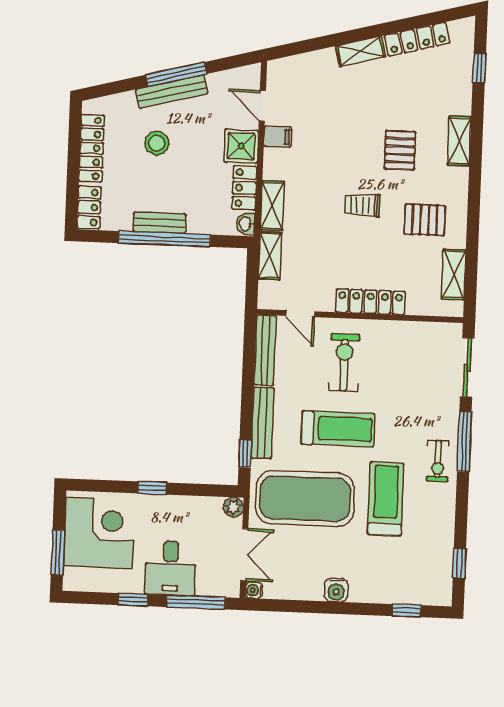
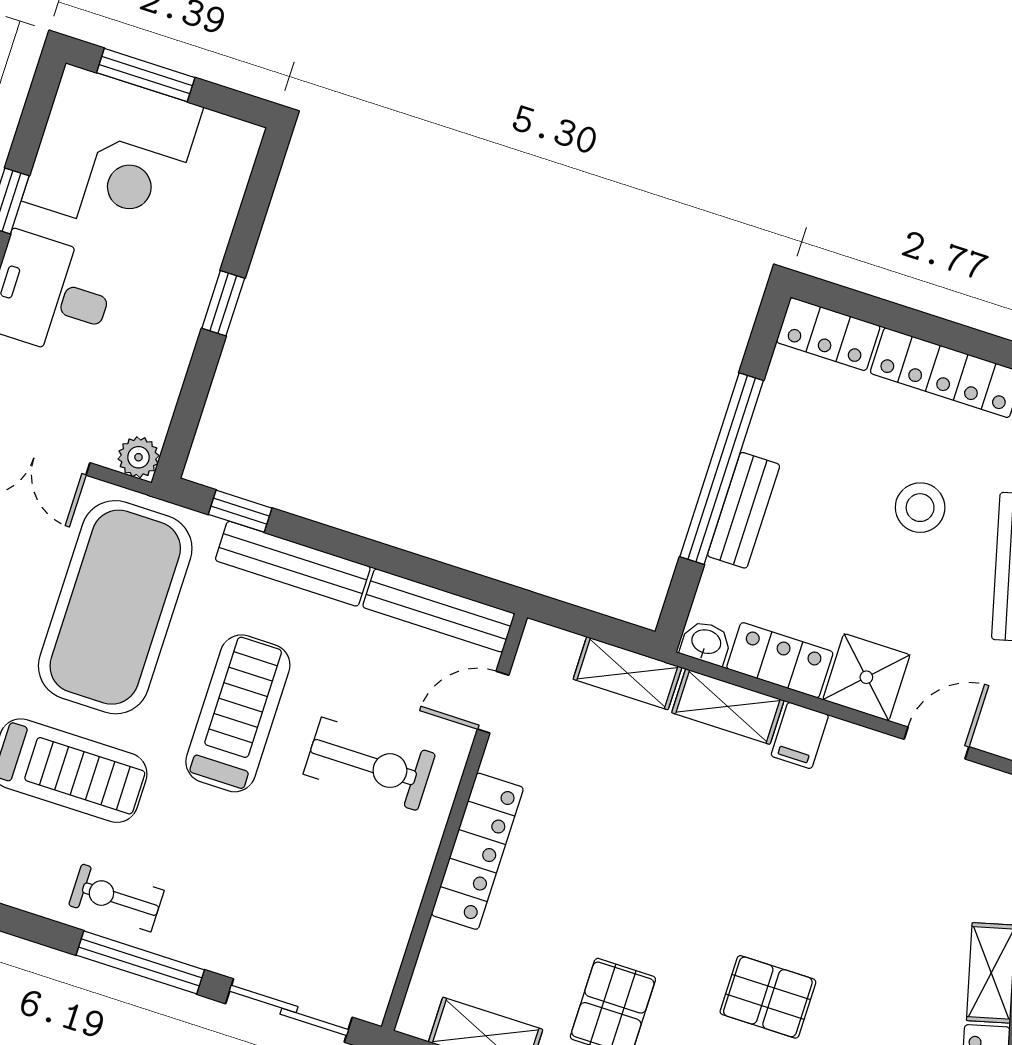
filing cabinet: (278, 137) -> (800, 735), moved
trolley: (362, 205) -> (678, 890), removed
bench: (159, 223) -> (744, 510), moved
treadmill: (338, 429) -> (238, 713), turned 180
corner desk: (99, 533) -> (112, 154), moved

